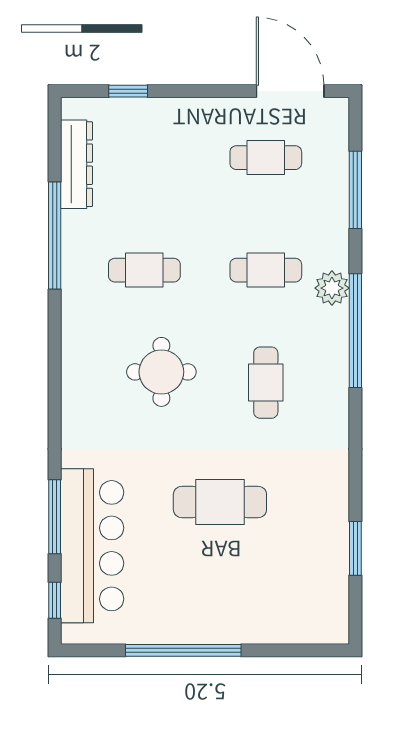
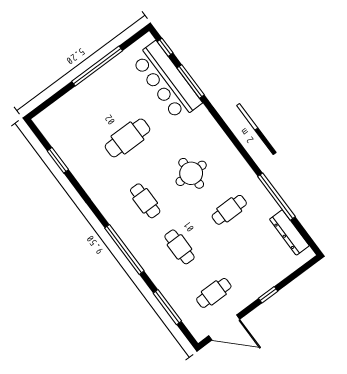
window: (128, 91) -> (268, 295), moved
cafe table: (266, 270) -> (179, 247), turned 90
plant: (332, 288) -> (147, 260), removed

